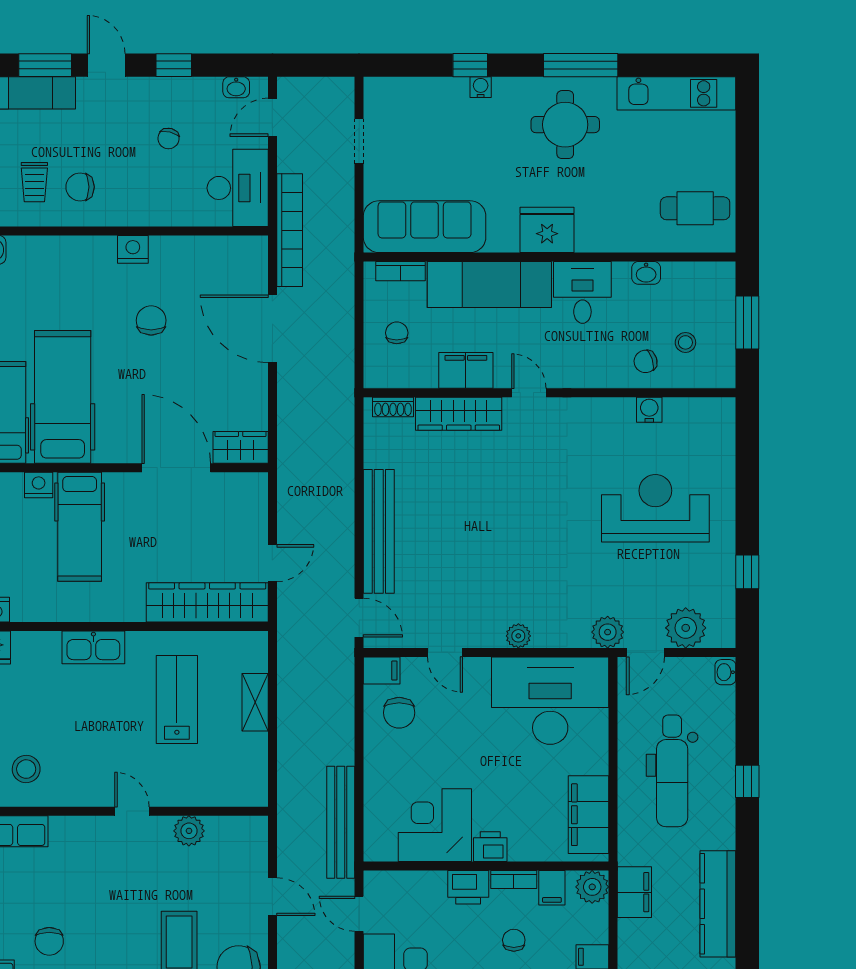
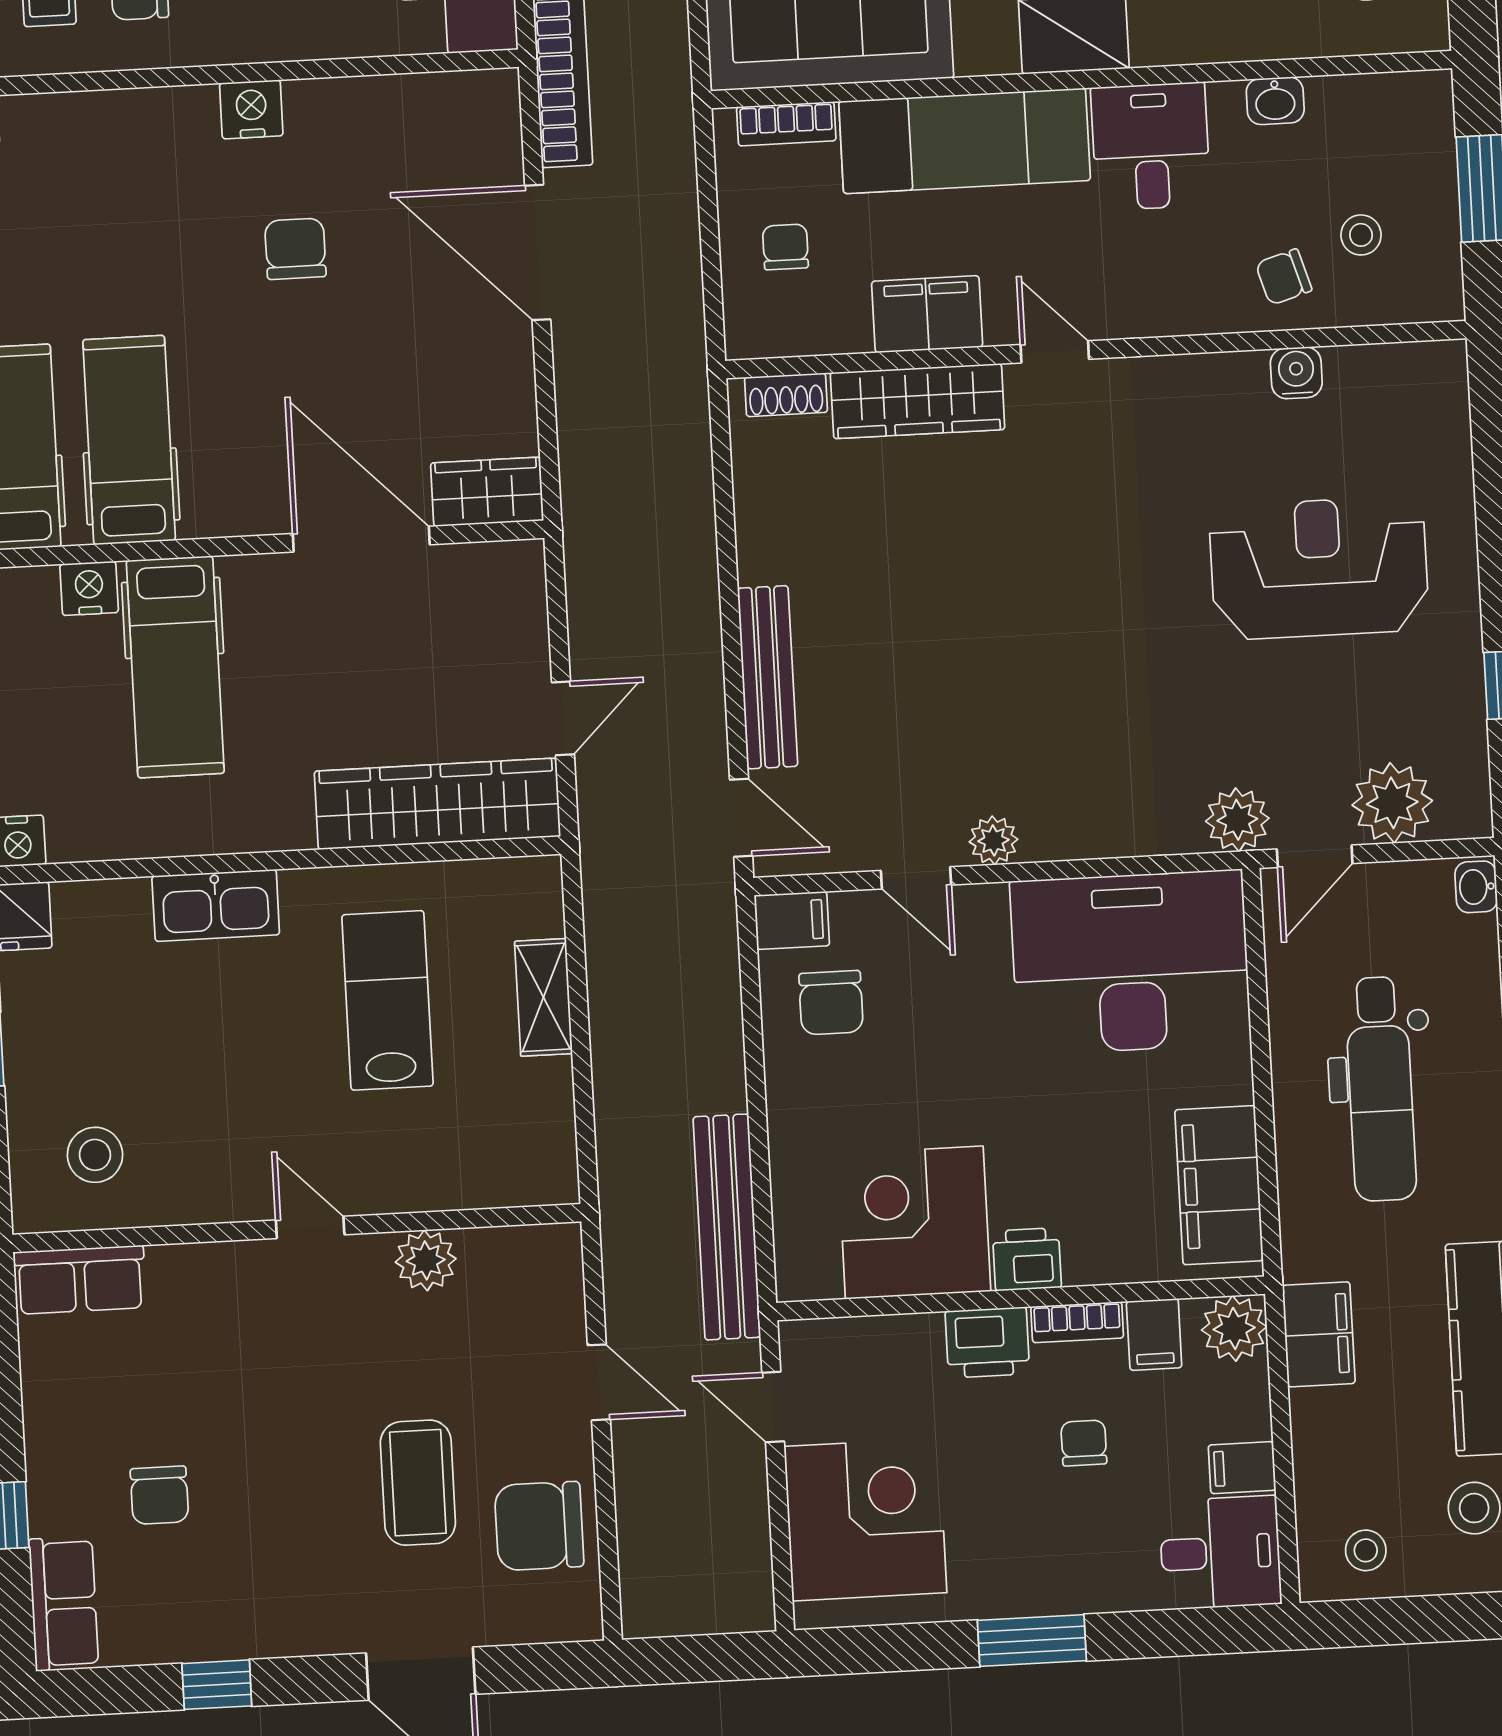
hospital bed: (63, 397) -> (129, 440), width x0.73, depth x0.78
bench: (379, 531) -> (768, 677), width x0.73, depth x0.82
plant: (518, 636) -> (993, 840), moved

